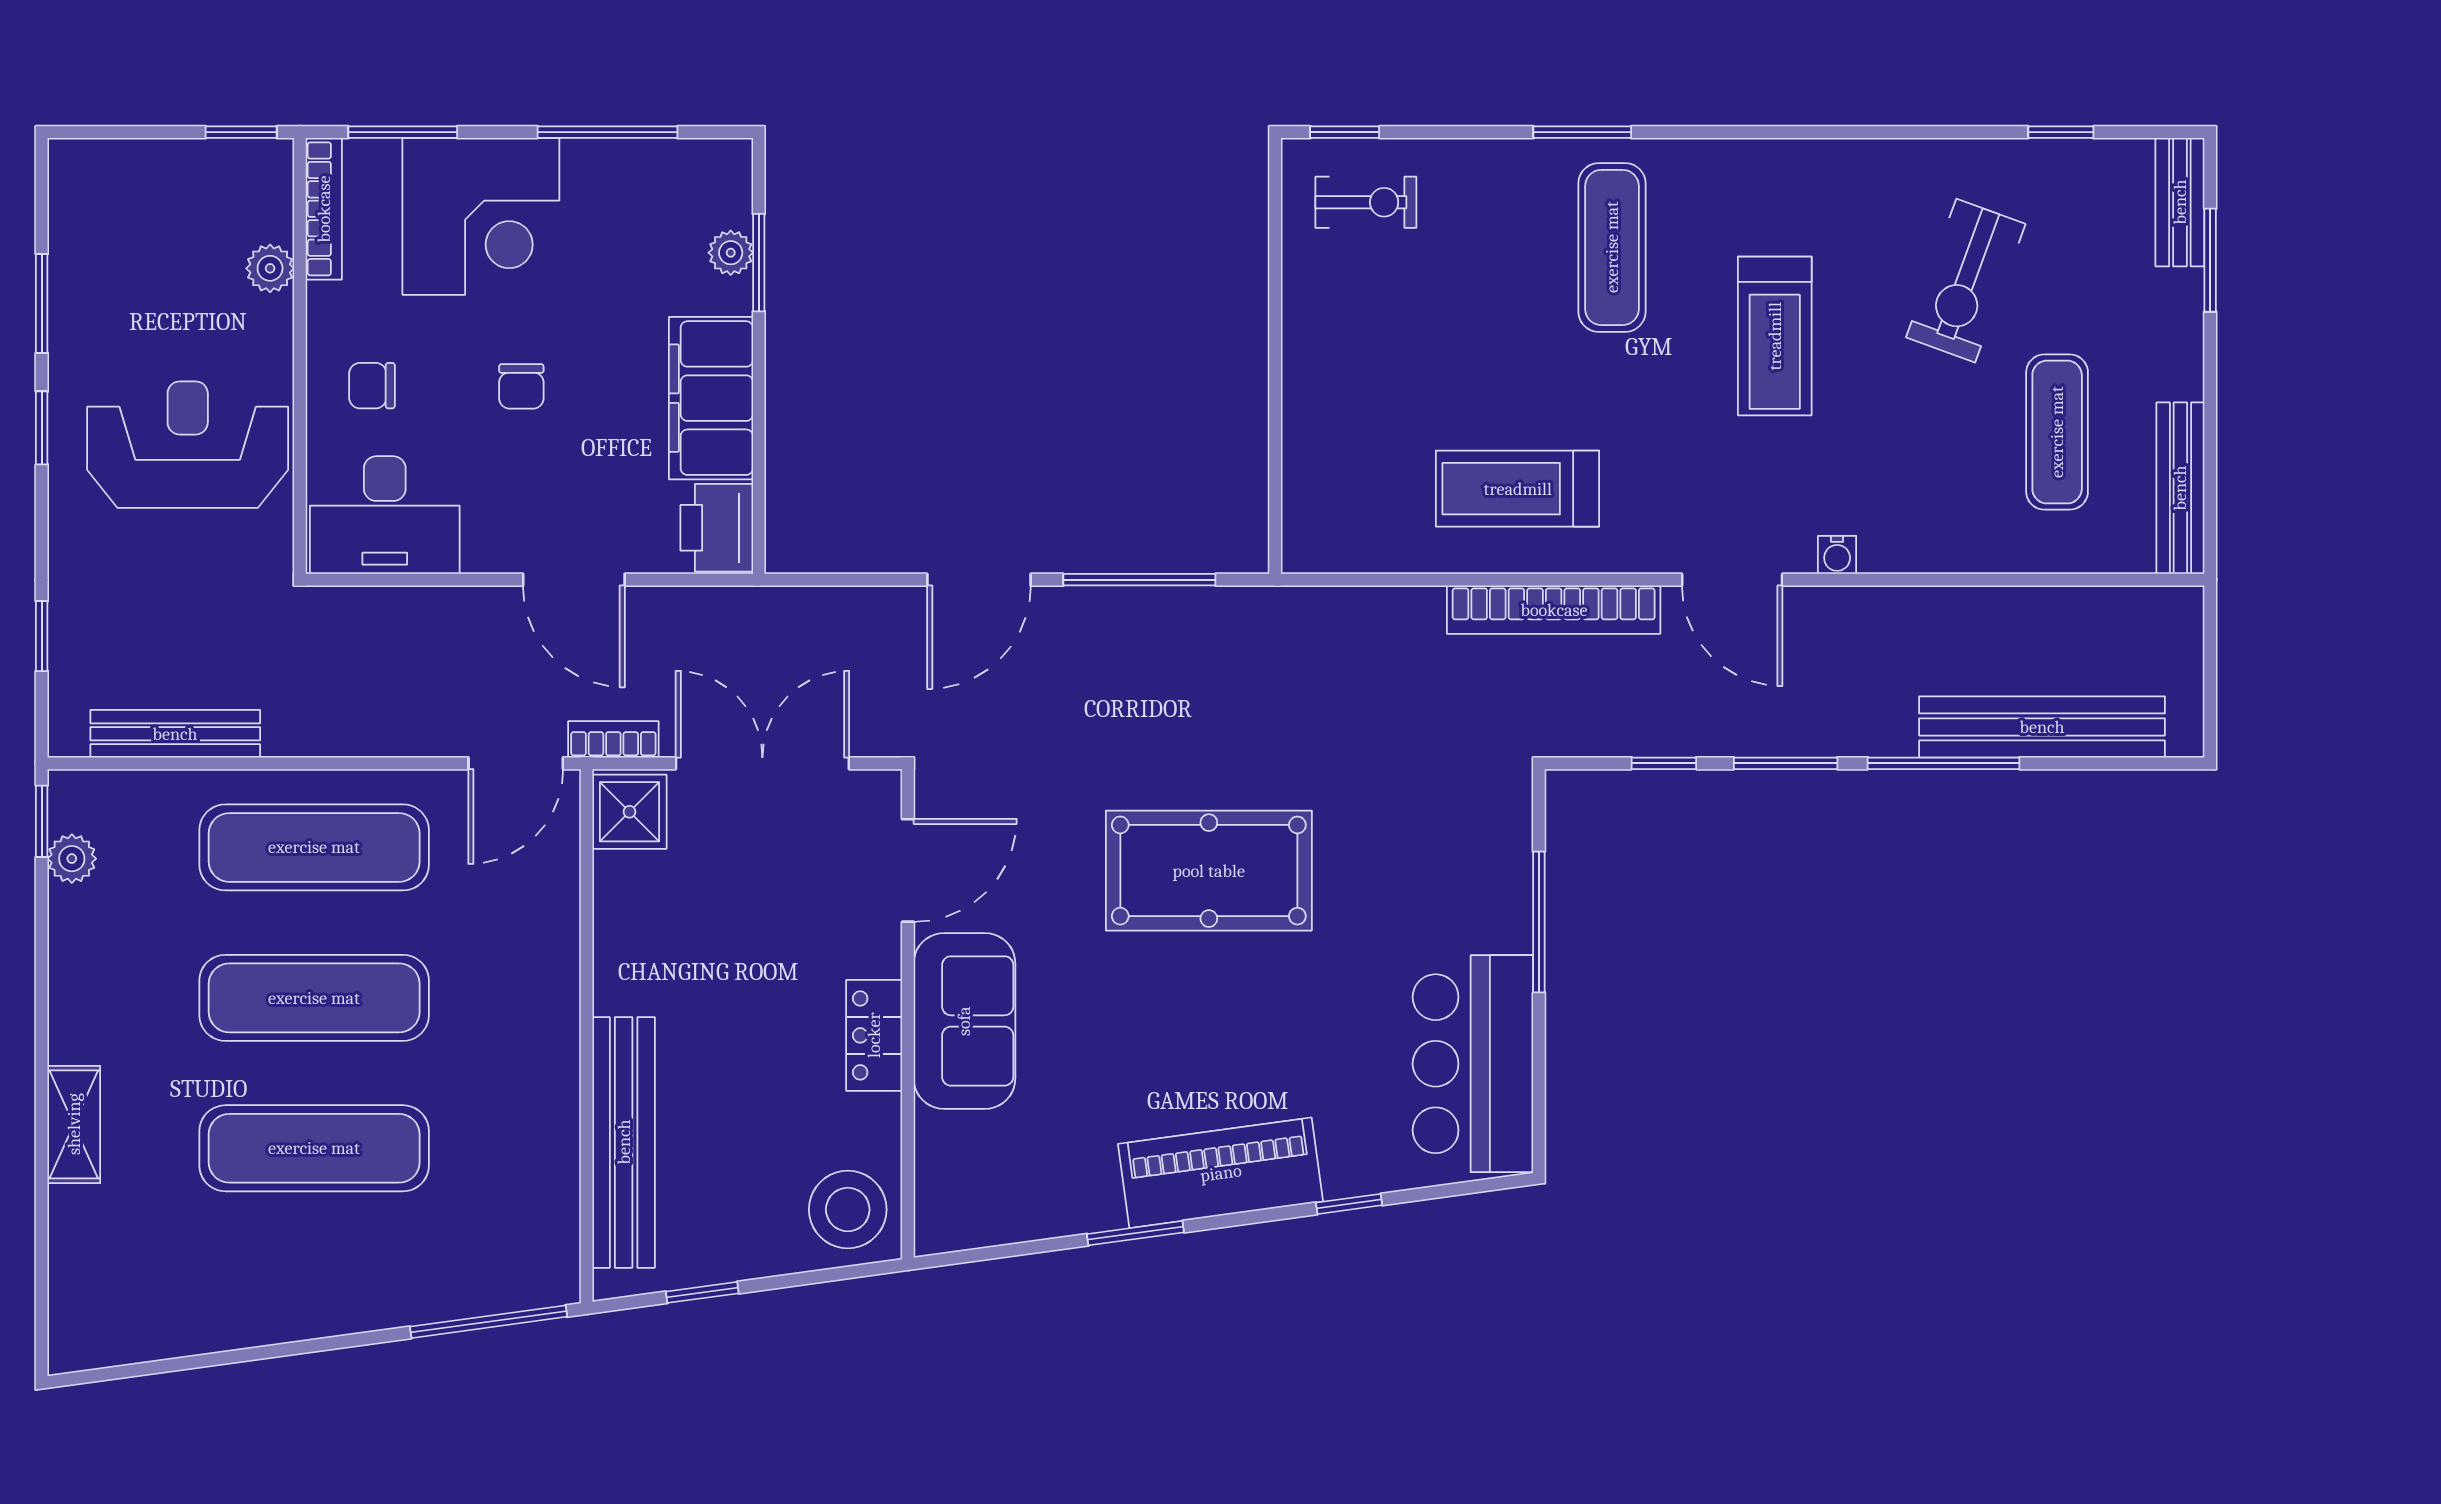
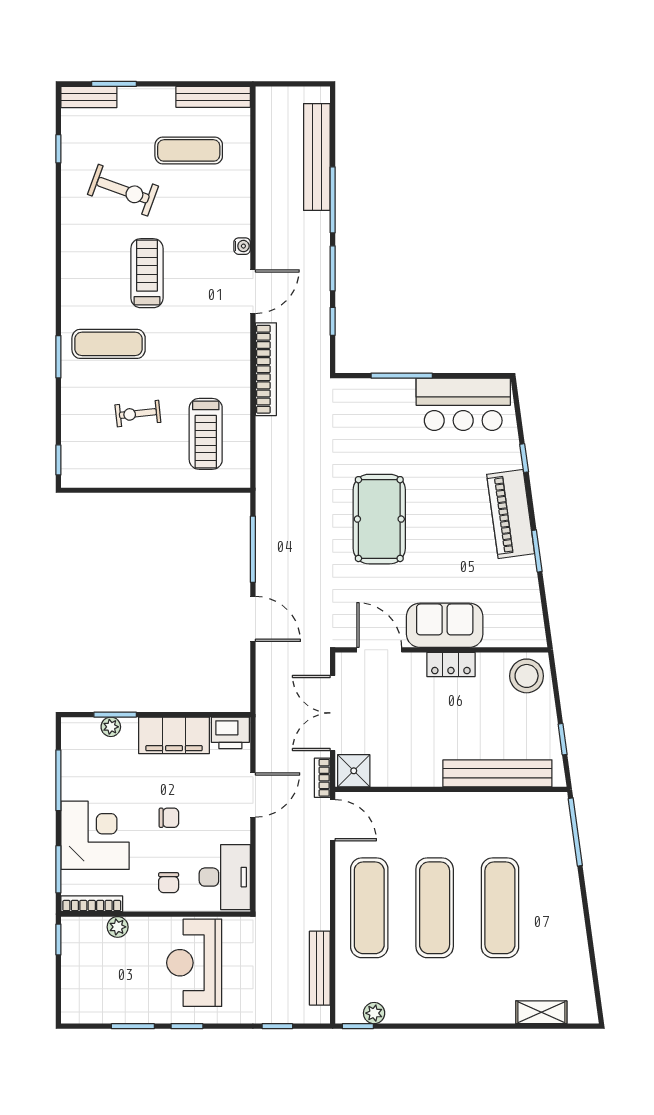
exercise bike: (1366, 202) -> (138, 414), moved, turned -96
treadmill: (1775, 336) -> (147, 273), turned -90
treadmill: (1518, 489) -> (206, 434), moved
shelving: (74, 1124) -> (541, 1012), moved

